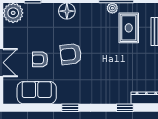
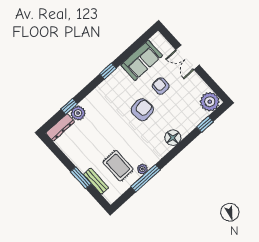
armchair: (40, 59) -> (161, 86), turned -90
plant: (123, 96) -> (78, 113), added

